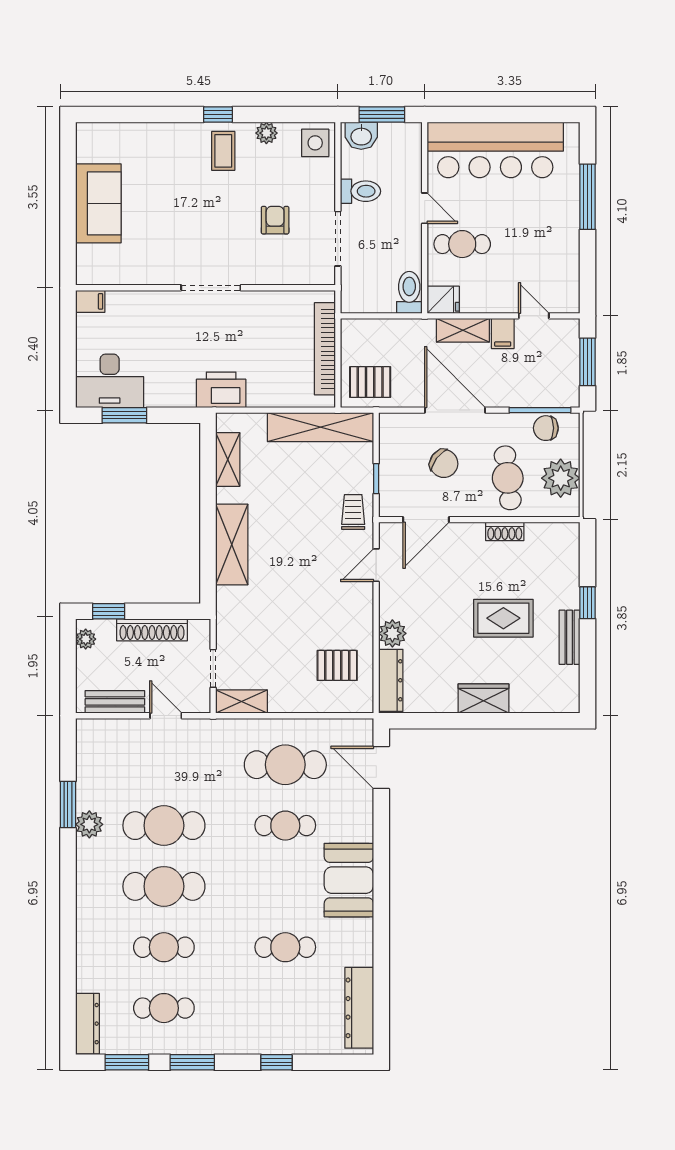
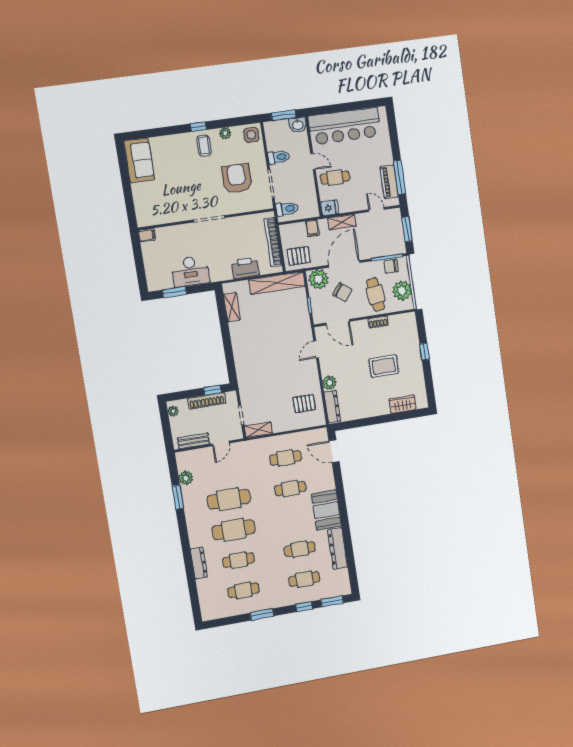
washbasin: (361, 136) -> (298, 125), moved
window: (588, 197) -> (400, 177), moved
sofa: (98, 203) -> (139, 160), moved
armchair: (275, 220) -> (237, 179), width x1.88, depth x1.88
piano: (566, 267) -> (389, 182), added
toilet: (409, 292) -> (287, 209), moved, turned 90
filing cabinet: (503, 333) -> (312, 228), moved
desk: (110, 381) -> (190, 271), moved
printer: (221, 390) -> (245, 268), moved
door: (455, 410) -> (344, 264), hinge flipped
plant: (401, 432) -> (318, 279), added
trolley: (353, 512) -> (300, 324), removed
door: (426, 520) -> (338, 322), hinge flipped
shelving: (232, 545) -> (241, 351), removed
window: (109, 611) -> (212, 390), moved
bench: (570, 637) -> (418, 370), removed
wardrobe: (483, 698) -> (403, 404), moved
door: (166, 716) -> (221, 443), swing flipped
cafe table: (285, 765) -> (286, 458), width x0.73, depth x0.74
plant: (89, 824) -> (186, 478), moved
cafe table: (285, 1008) -> (304, 579), added
dresser: (359, 1008) -> (338, 548), moved
dresser: (87, 1024) -> (199, 563), moved
window: (127, 1062) -> (332, 601), moved

